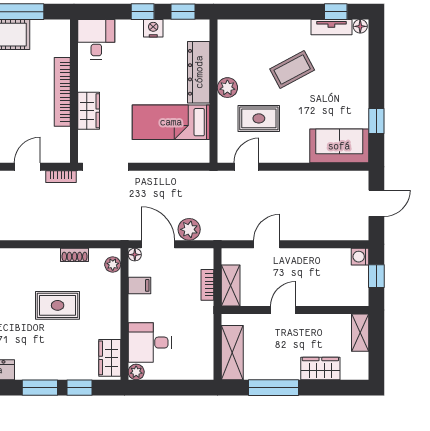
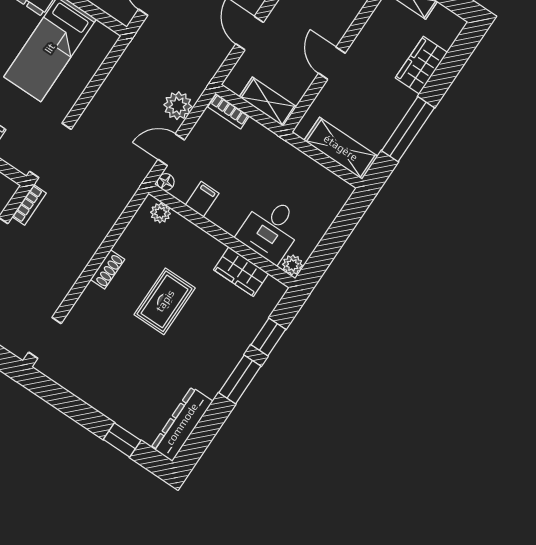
door: (158, 244) -> (171, 150), width x0.73
shoe rack: (75, 255) -> (107, 269), moved
bookcase: (207, 285) -> (229, 111), moved
wardrobe: (110, 358) -> (241, 272), moved

